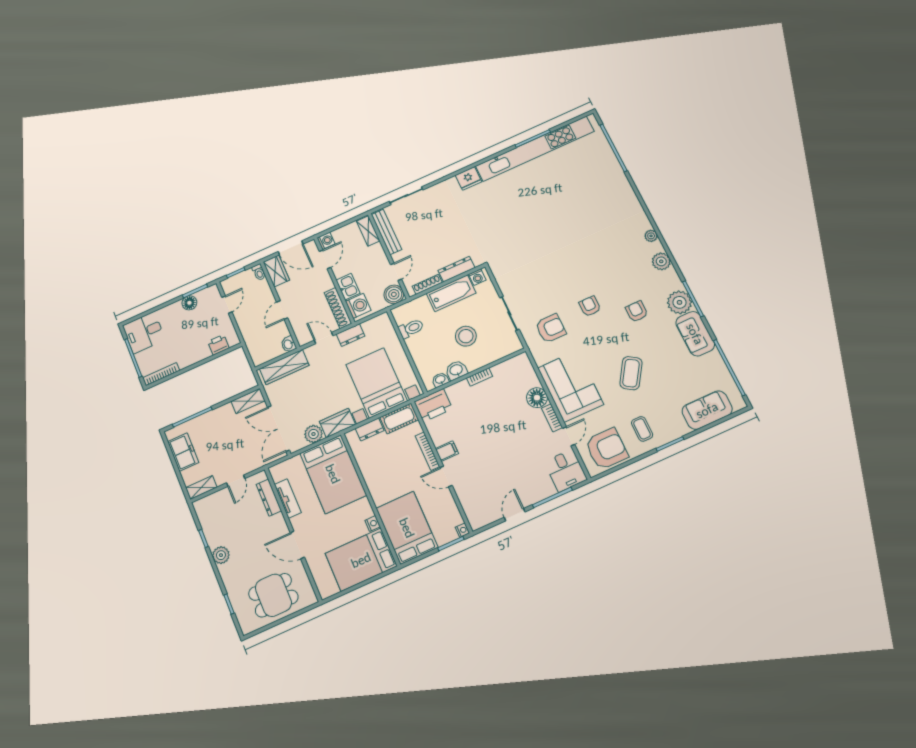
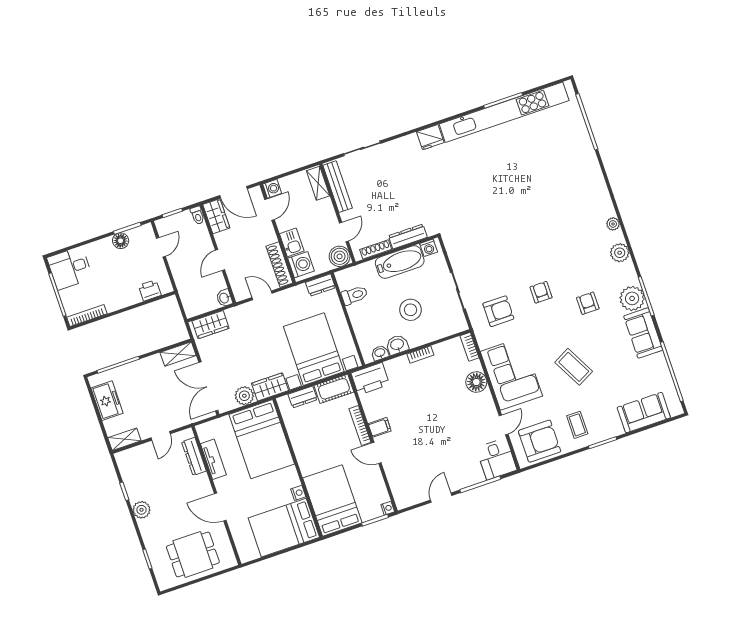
dresser: (350, 335) -> (320, 285), moved
wardrobe: (284, 367) -> (211, 325), width x0.67
coffee table: (631, 373) -> (574, 367), turned -61
bookcase: (552, 418) -> (470, 347), moved

